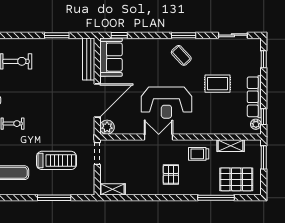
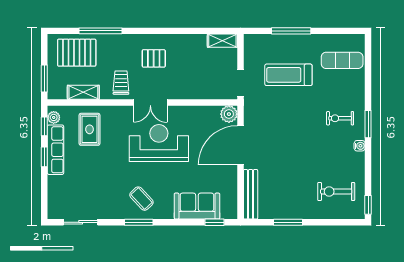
sofa: (111, 57) -> (197, 206), moved, turned 90
window: (264, 59) -> (44, 157), moved
rug: (218, 84) -> (90, 129), moved, turned 90
double door: (159, 137) -> (150, 102), moved
trolley: (199, 154) -> (121, 83), turned -90
pallet: (171, 174) -> (154, 58), turned 90

